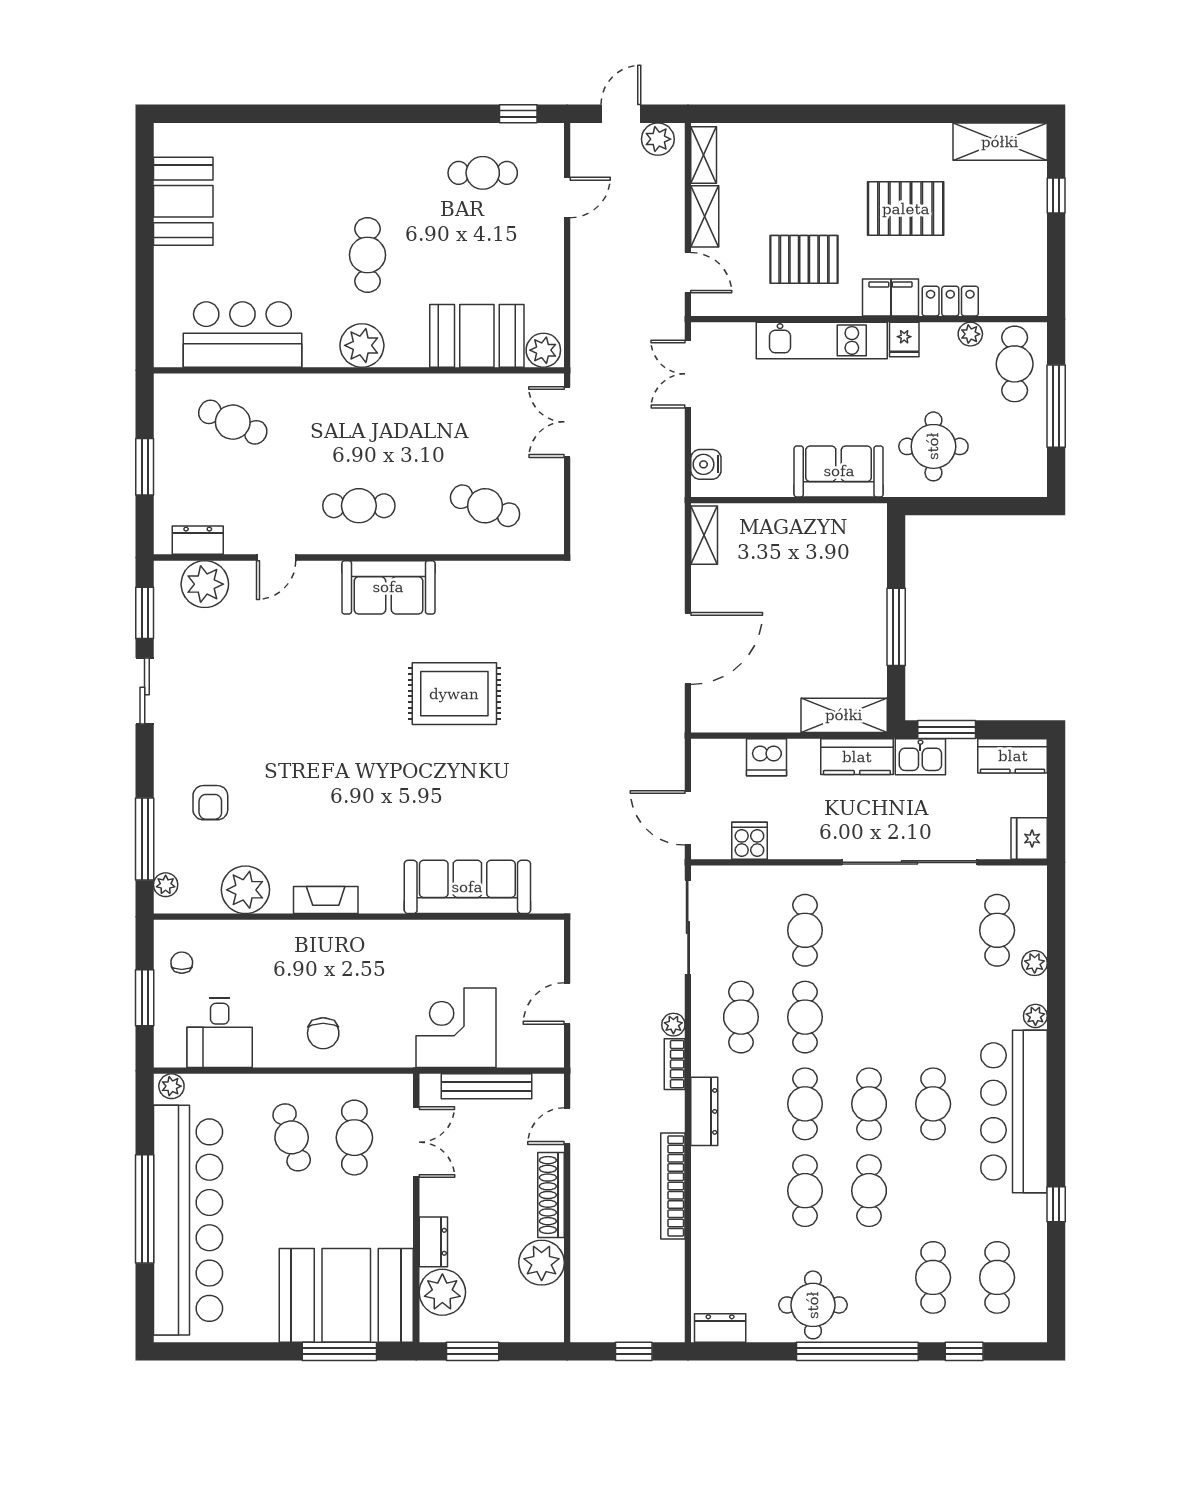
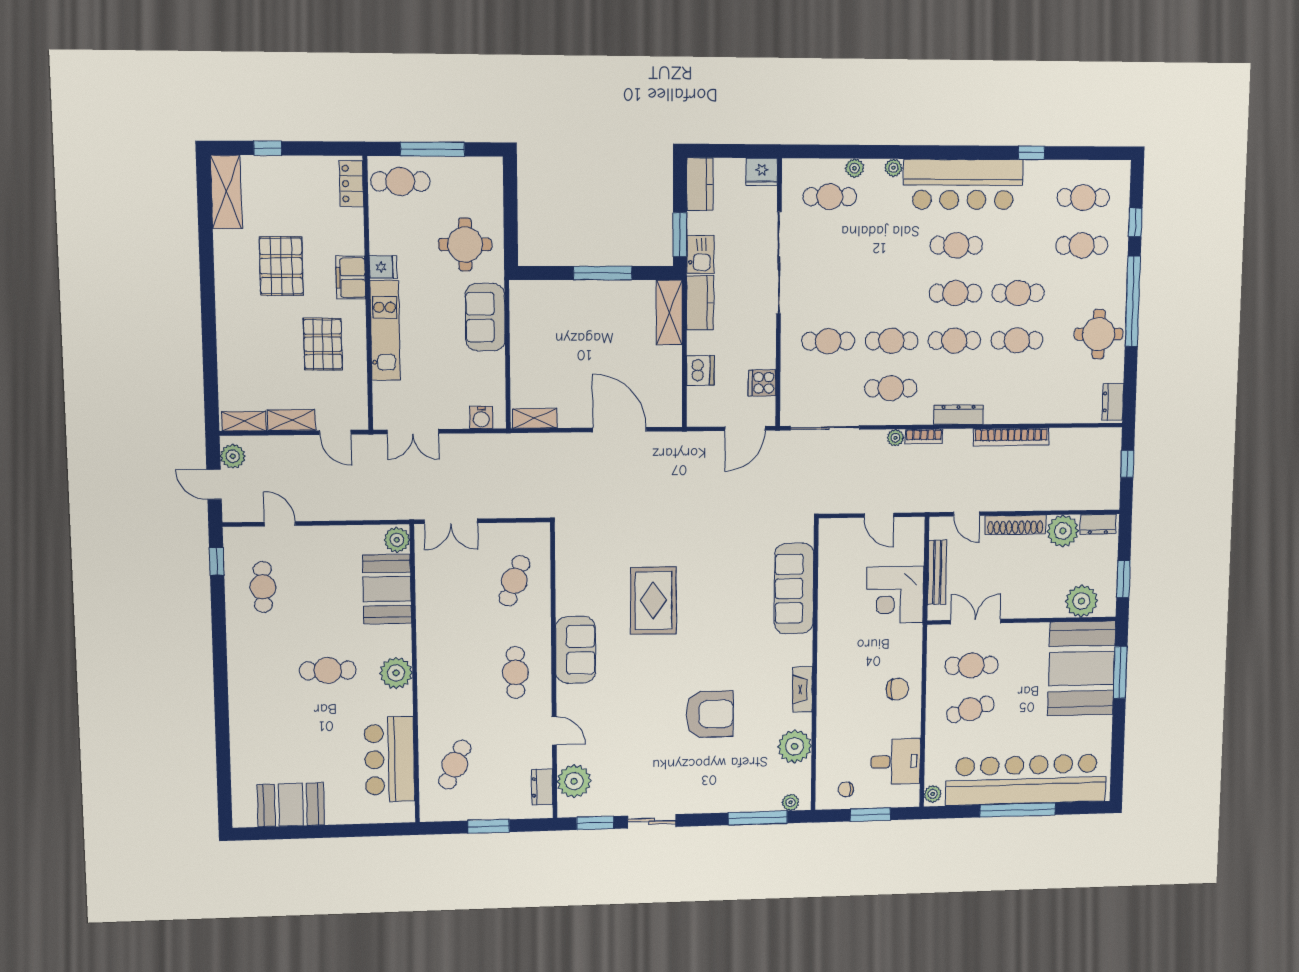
door: (688, 273) -> (335, 432), swing flipped
locker: (950, 301) -> (351, 184), moved
plant: (970, 334) -> (378, 216), removed
armchair: (210, 803) -> (710, 714), moved, width x1.88, depth x1.88
dresser: (433, 1242) -> (1098, 524), moved, turned 180

